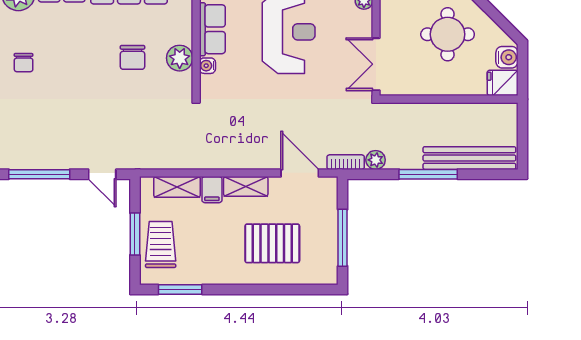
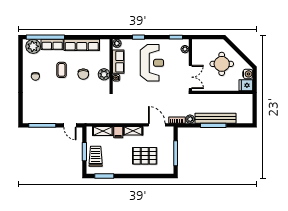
coffee table: (83, 48) -> (62, 70), added
double door: (376, 64) -> (190, 77), swing flipped
bench: (469, 158) -> (215, 118), moved

